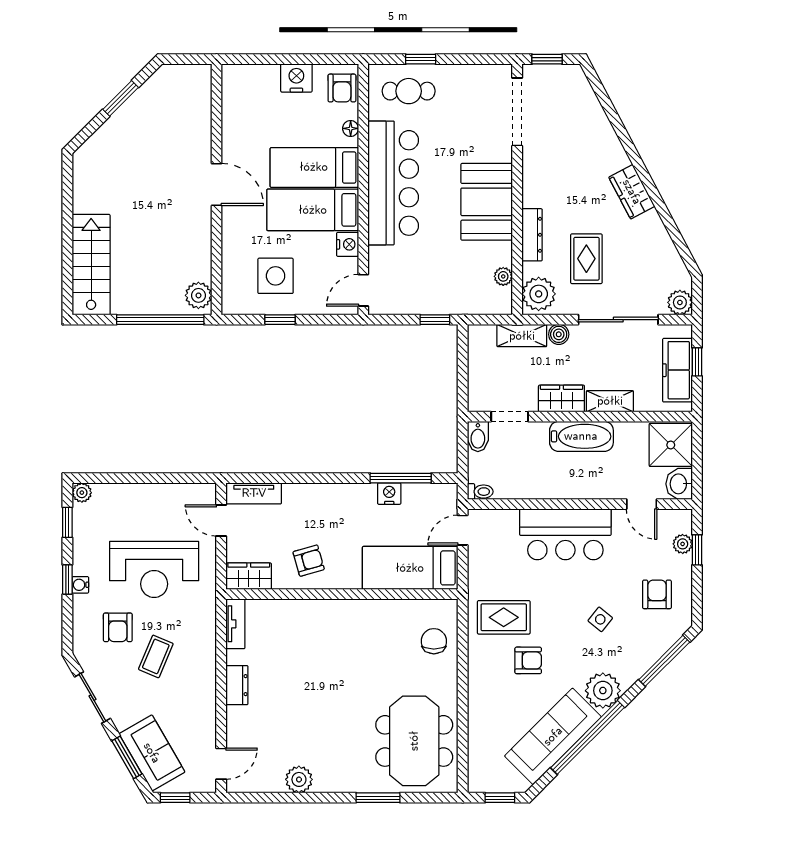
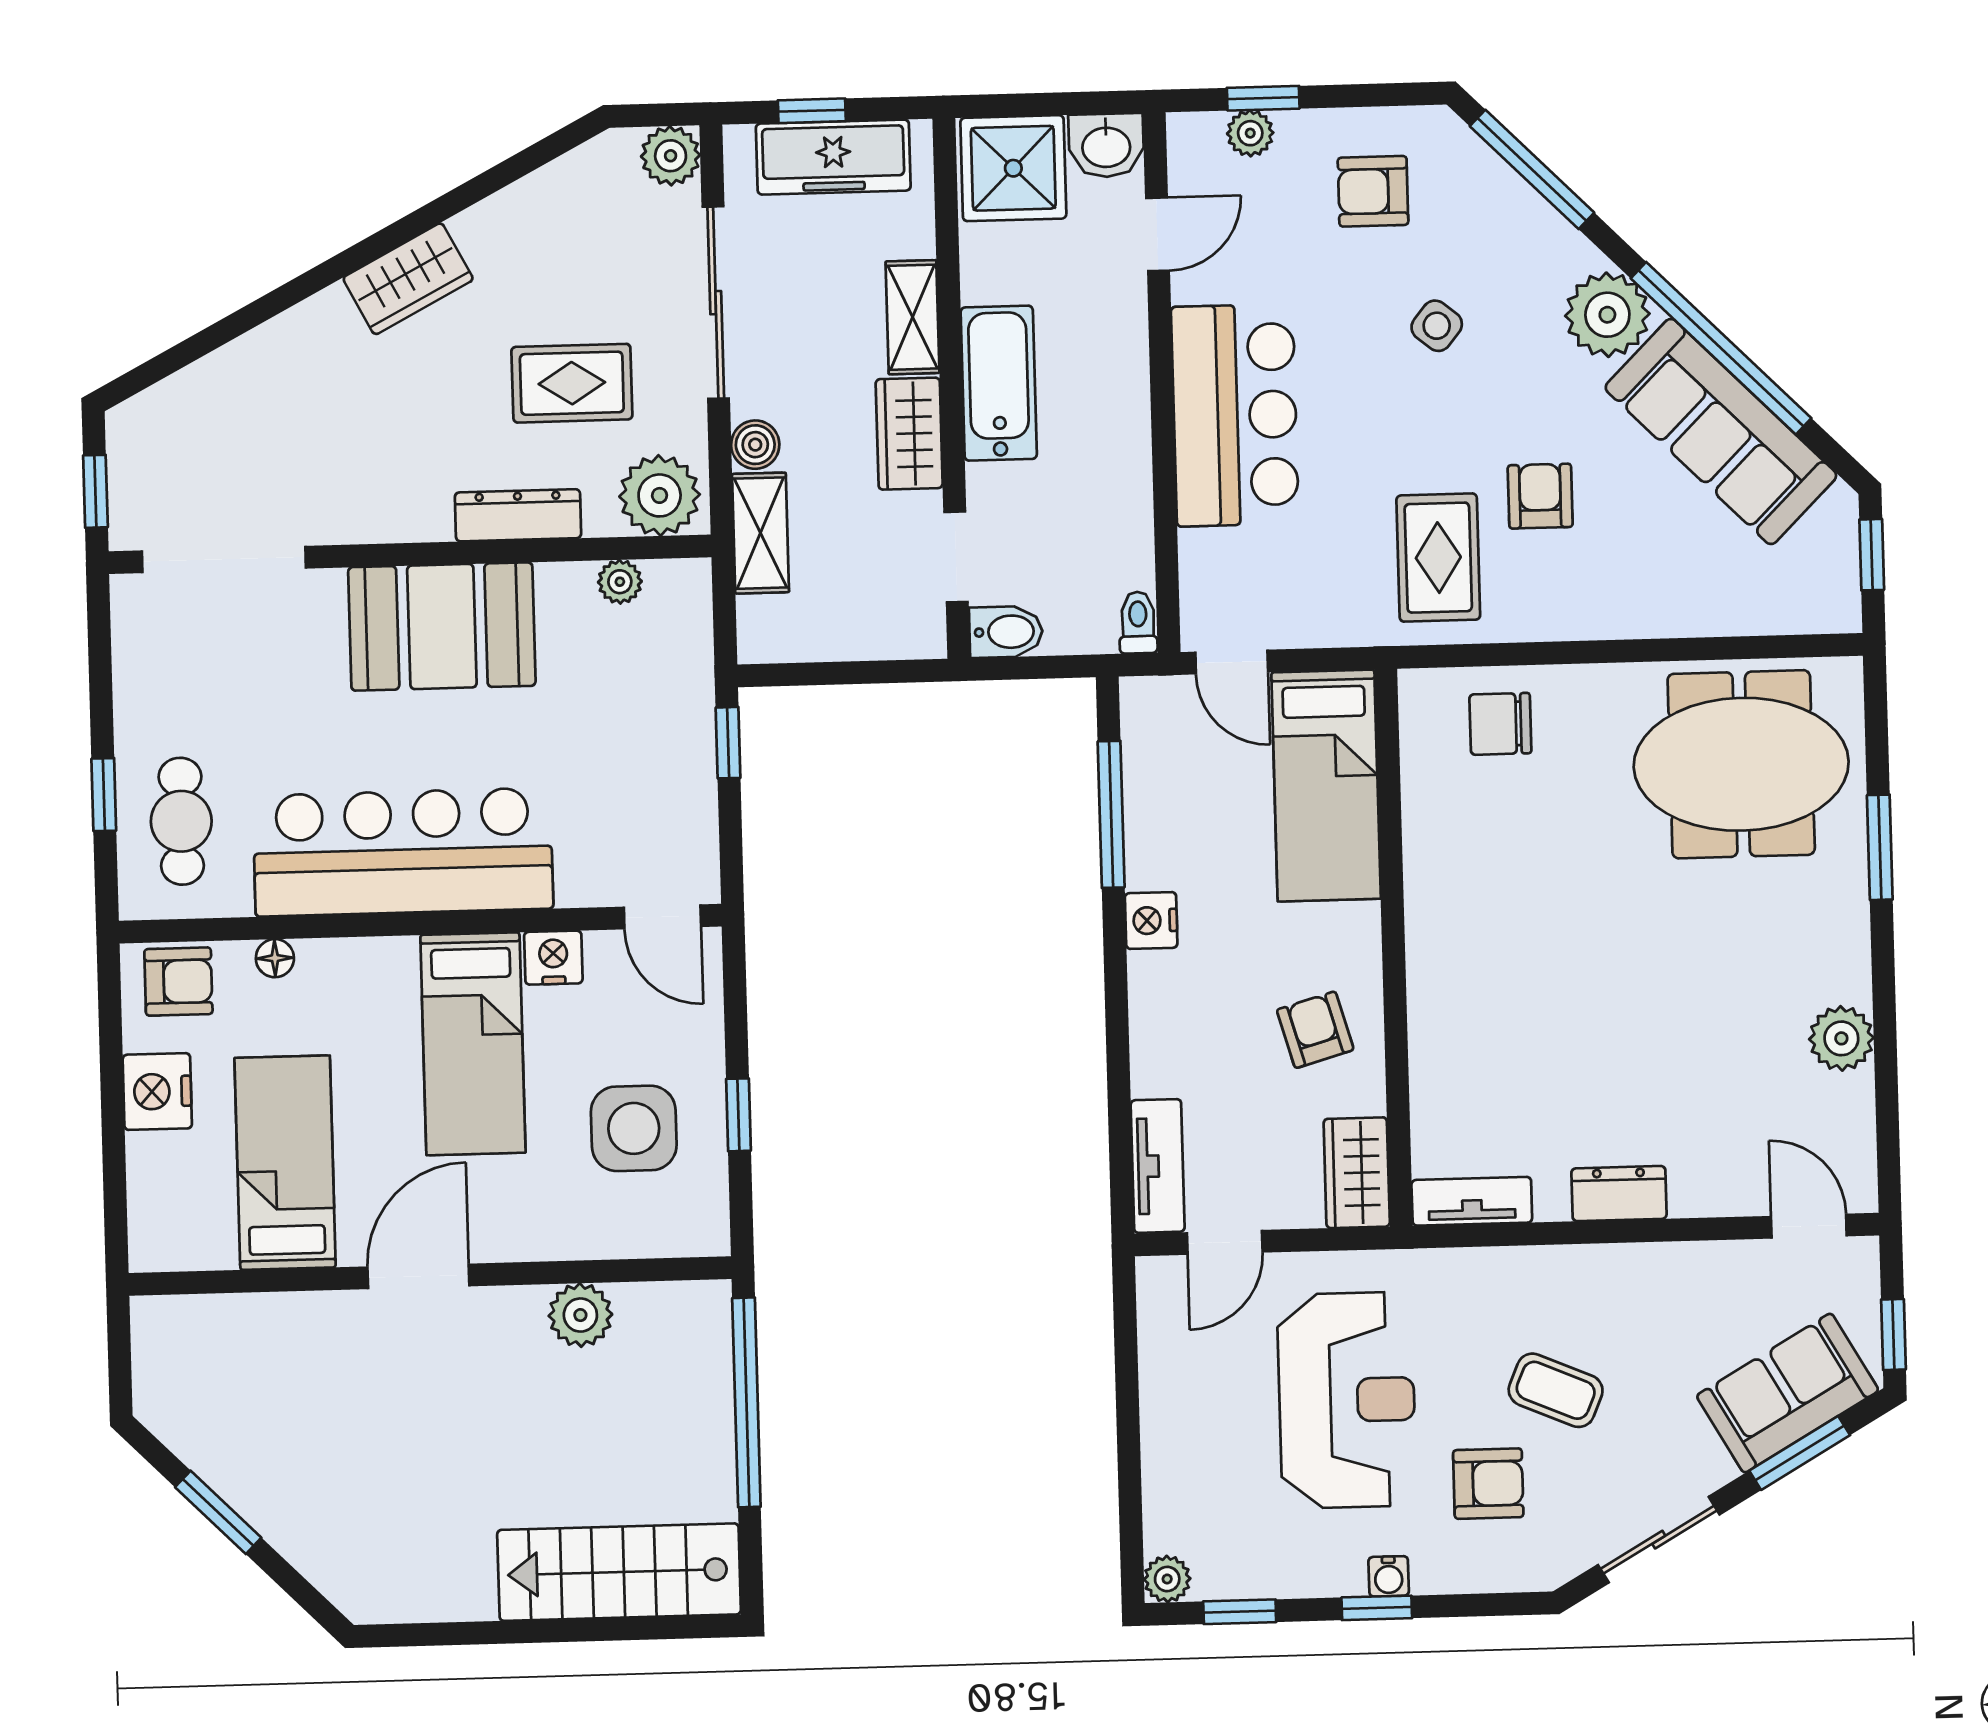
bed: (314, 167) -> (285, 1163), moved, turned 180
plant: (198, 295) -> (580, 1315), moved
nightstand: (389, 494) -> (1151, 920), moved

